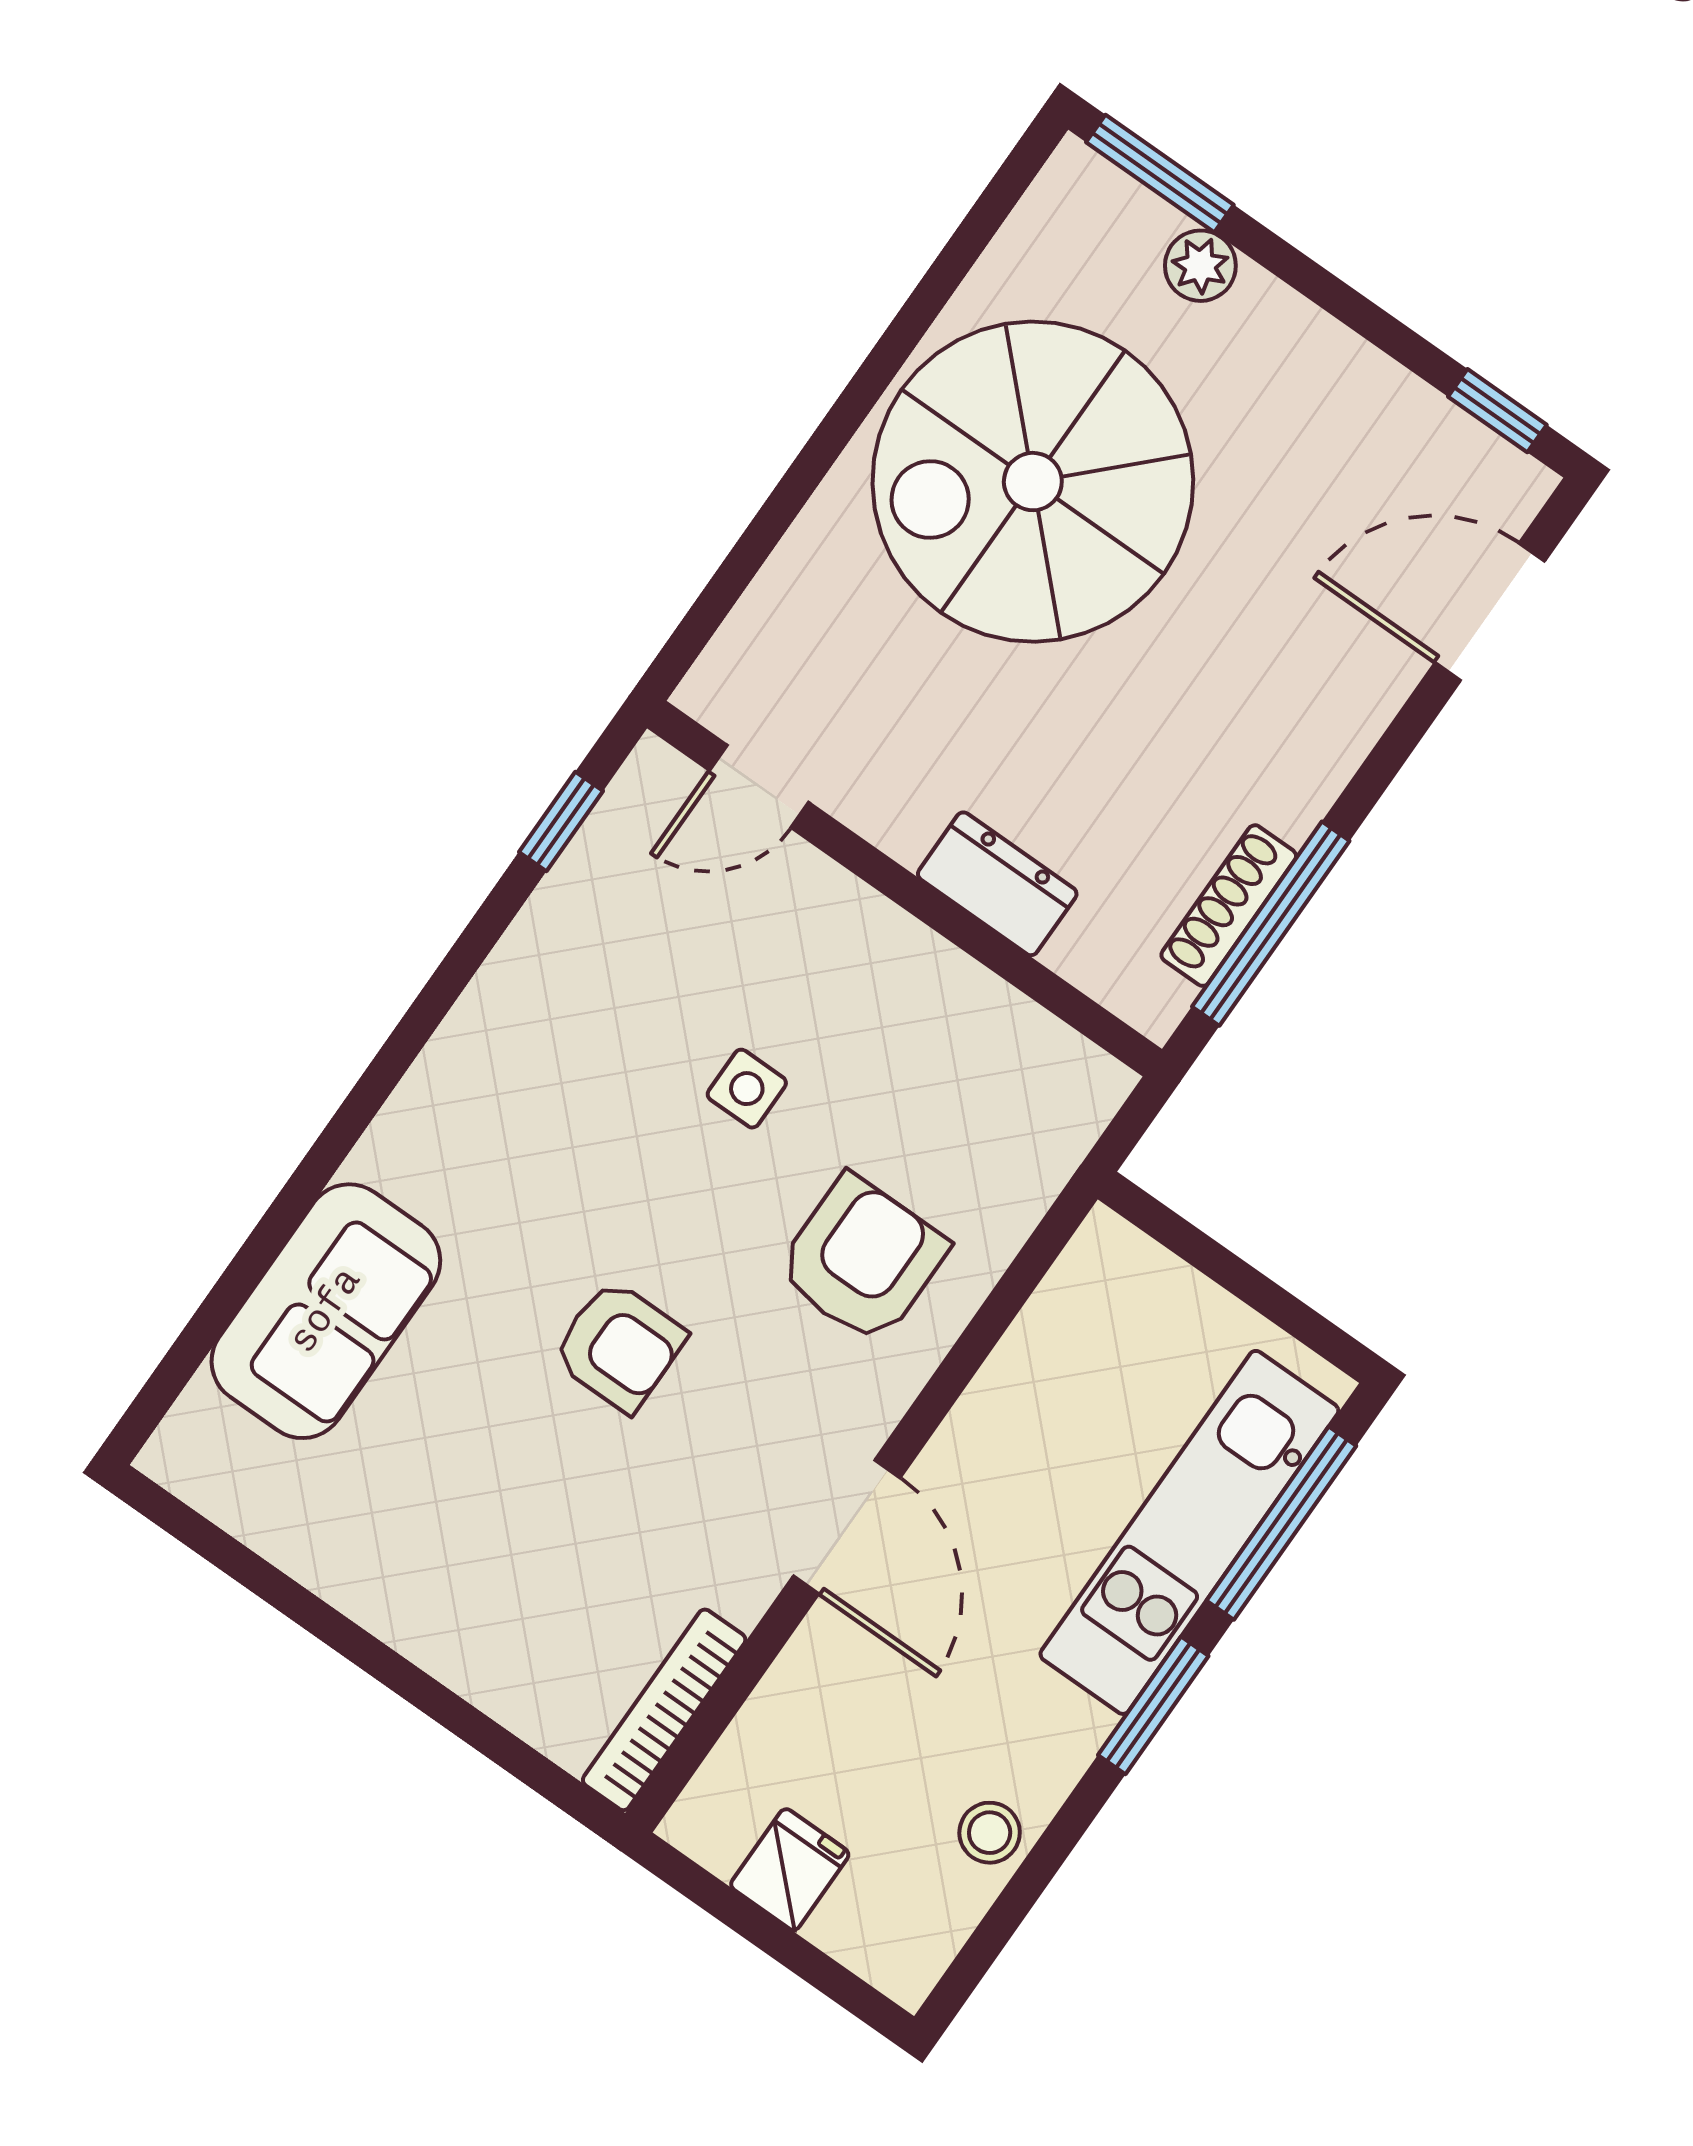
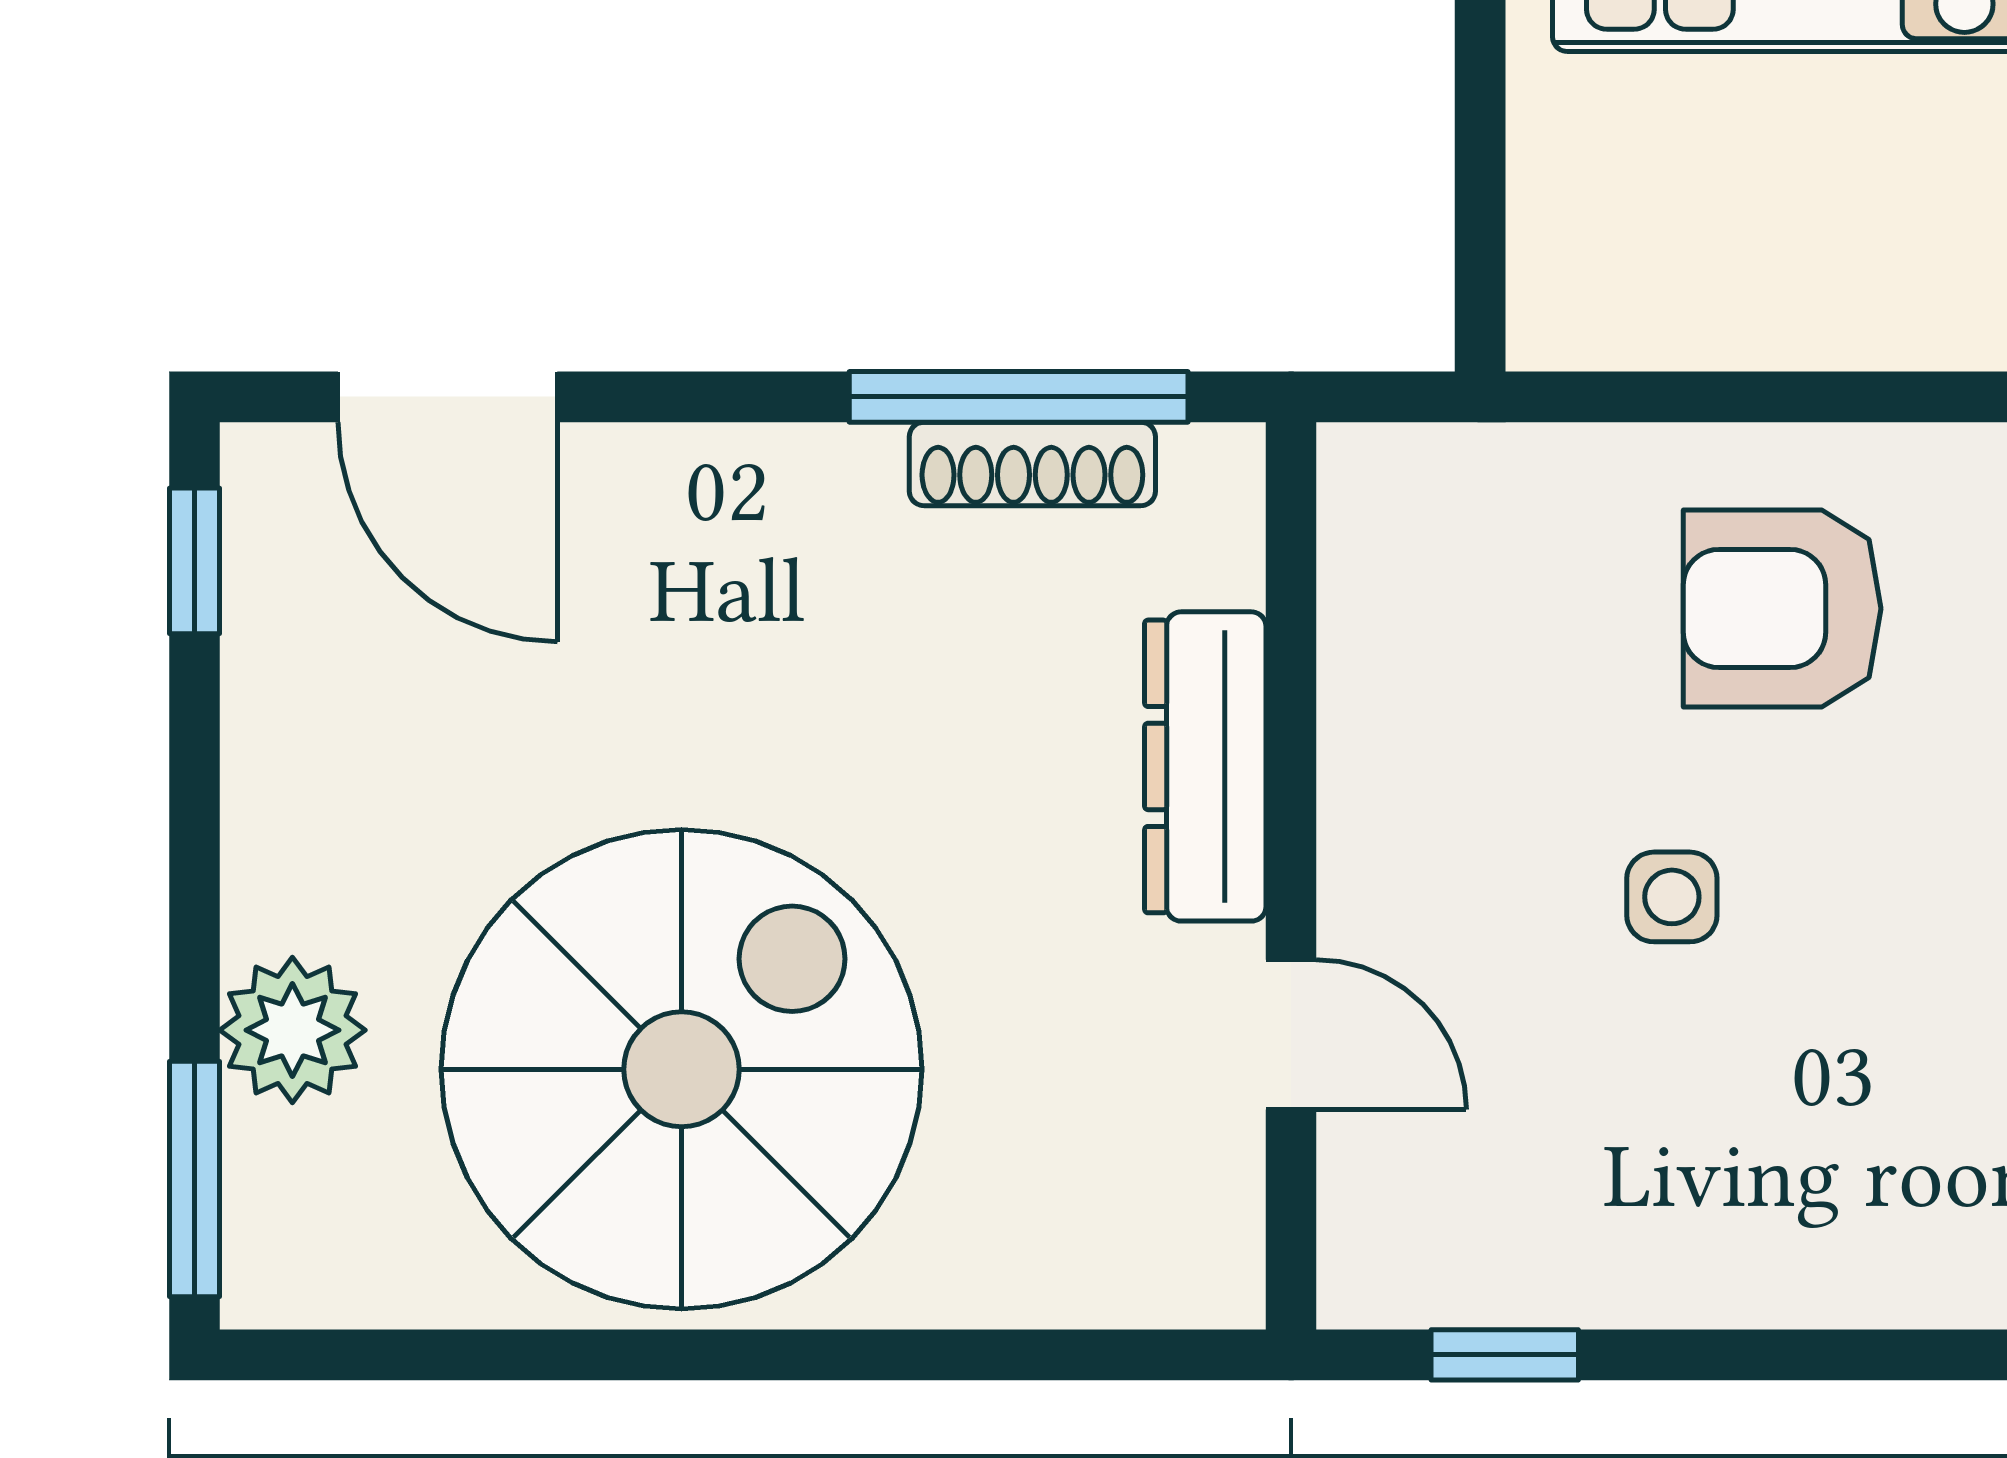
plant: (1200, 266) -> (292, 1030), width x1.38, depth x1.38
spiral stairs: (1033, 482) -> (682, 1069), turned -90
door: (759, 786) -> (1291, 1035), moved
dresser: (997, 884) -> (1205, 766), width x1.44

